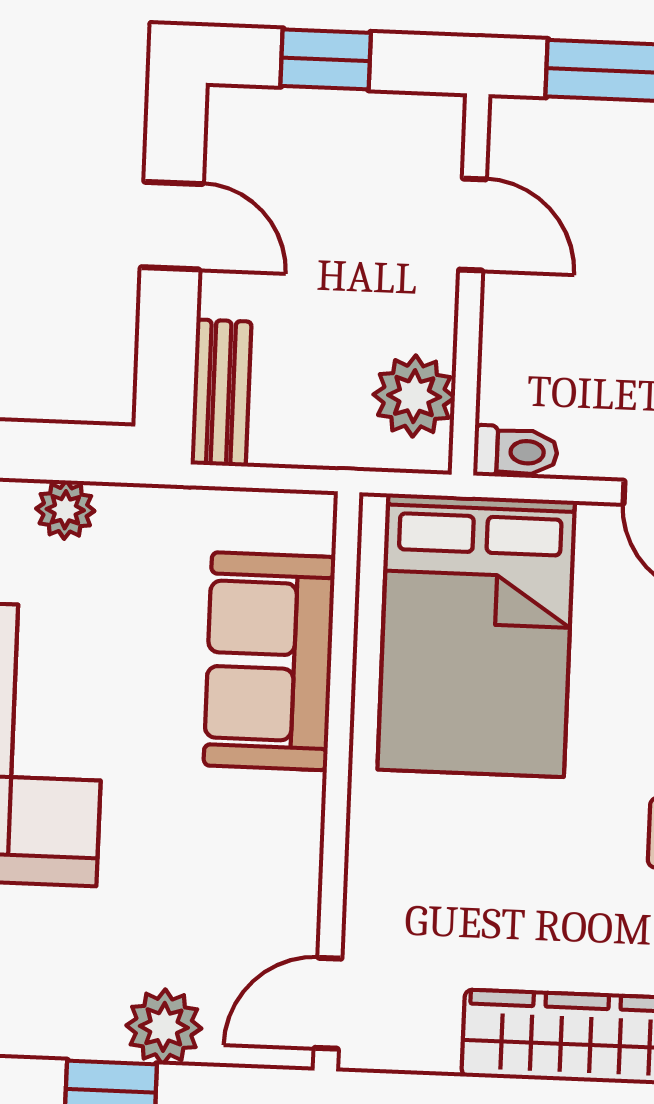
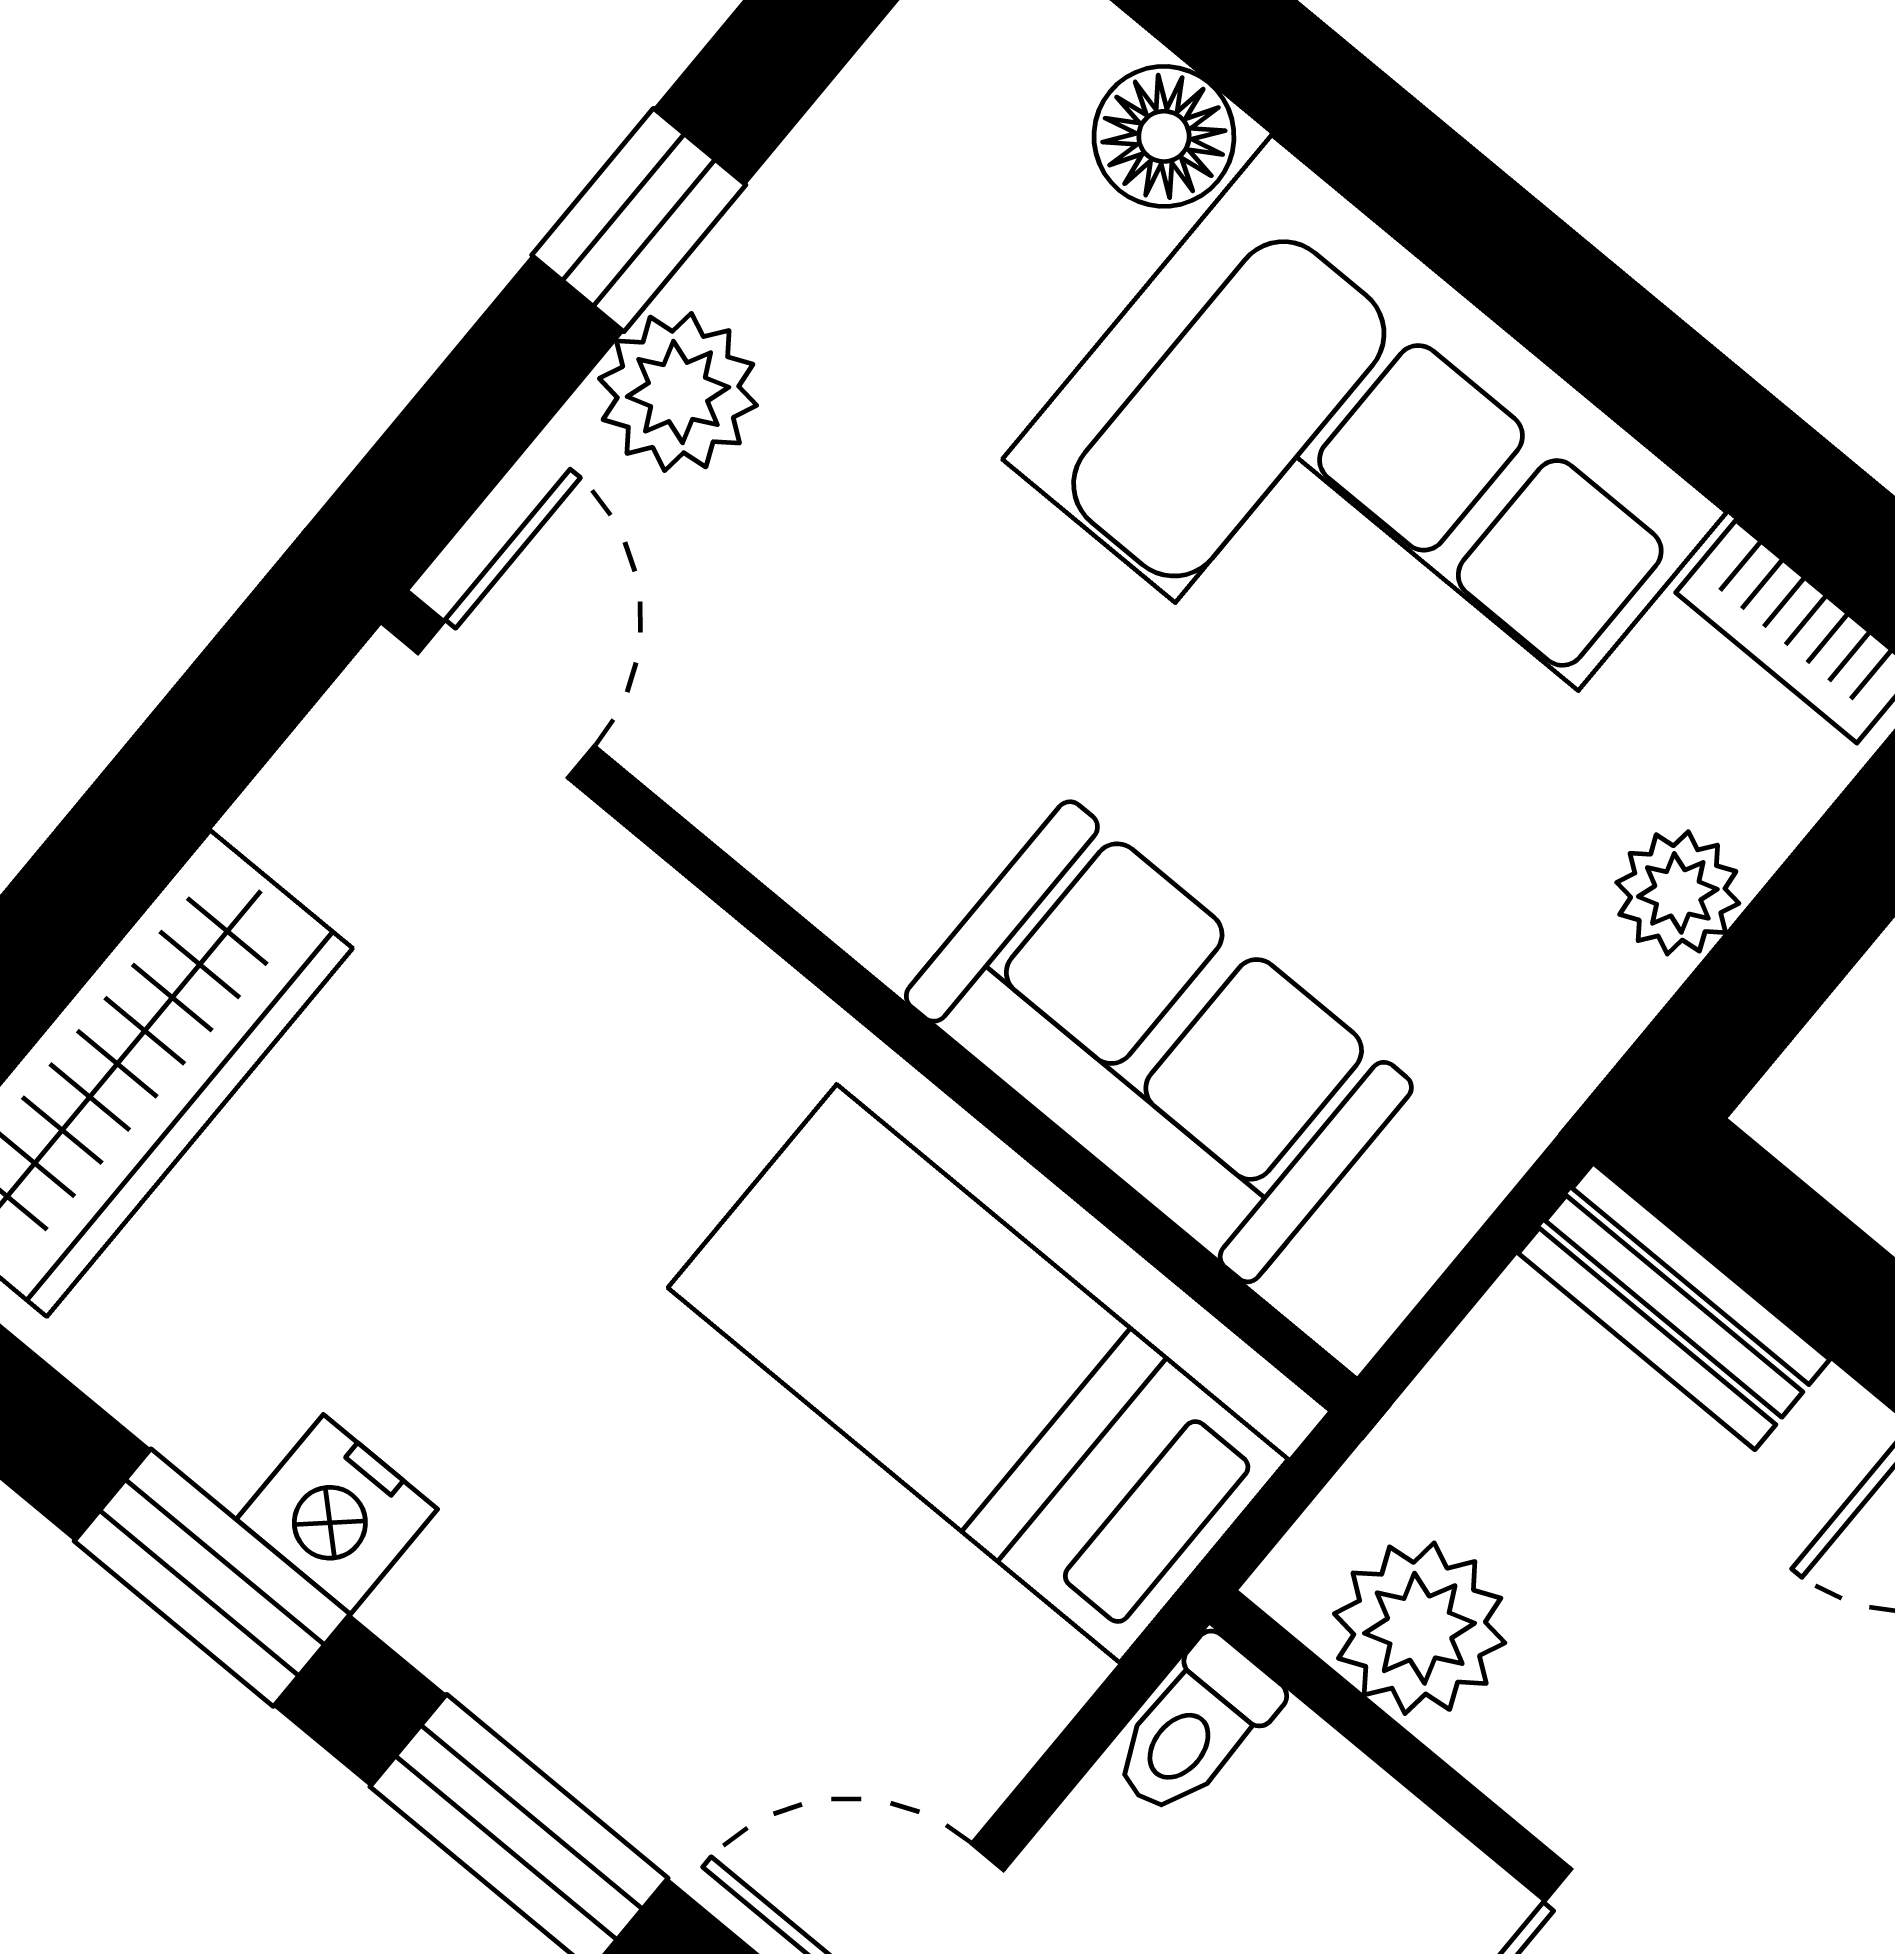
bed: (476, 635) -> (978, 1373), width x0.67

